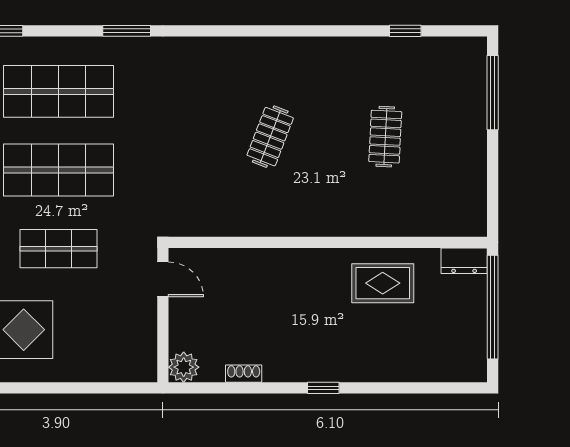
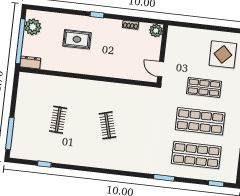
clothes rail: (270, 137) -> (108, 125), turned -36
rug: (383, 283) -> (77, 39), moved
plant: (468, 343) -> (33, 27), added

